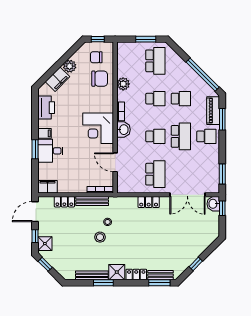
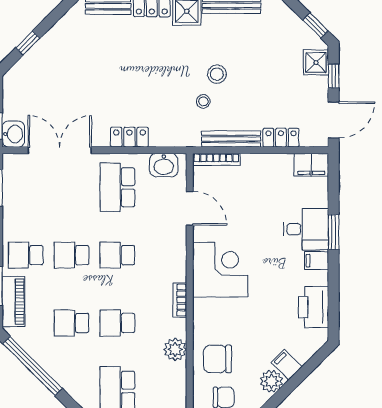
filing cabinet: (58, 79) -> (287, 365), width x0.50
washbasin: (123, 130) -> (164, 165), moved, turned -90
school desk: (181, 136) -> (72, 255), width x0.54
window: (196, 264) -> (28, 43), moved

